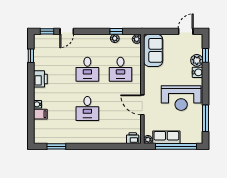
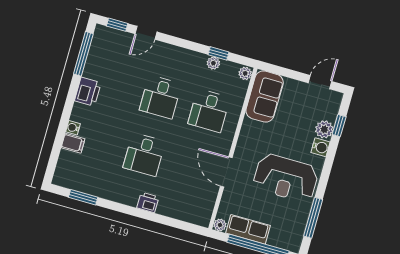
window: (31, 56) -> (83, 54), width x2.17
printer: (133, 138) -> (148, 202), moved

